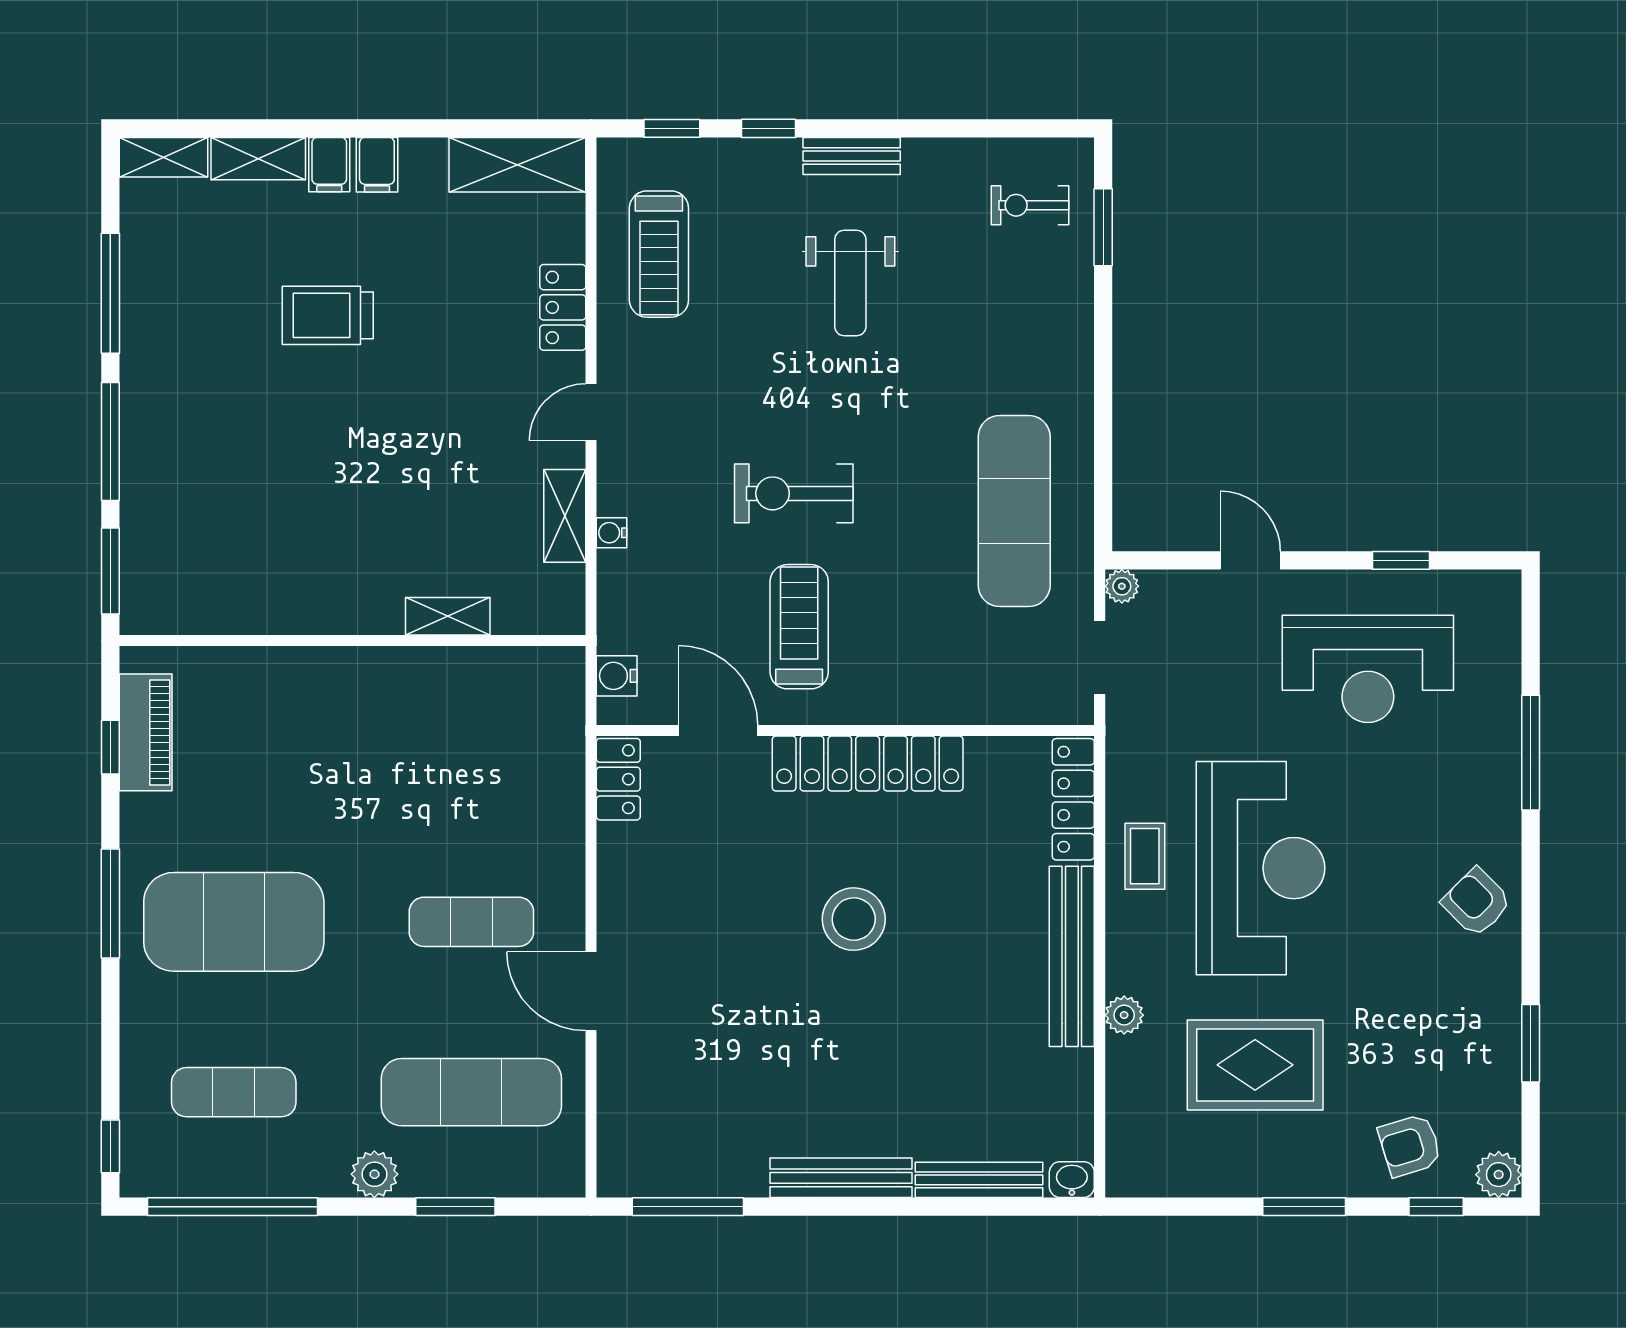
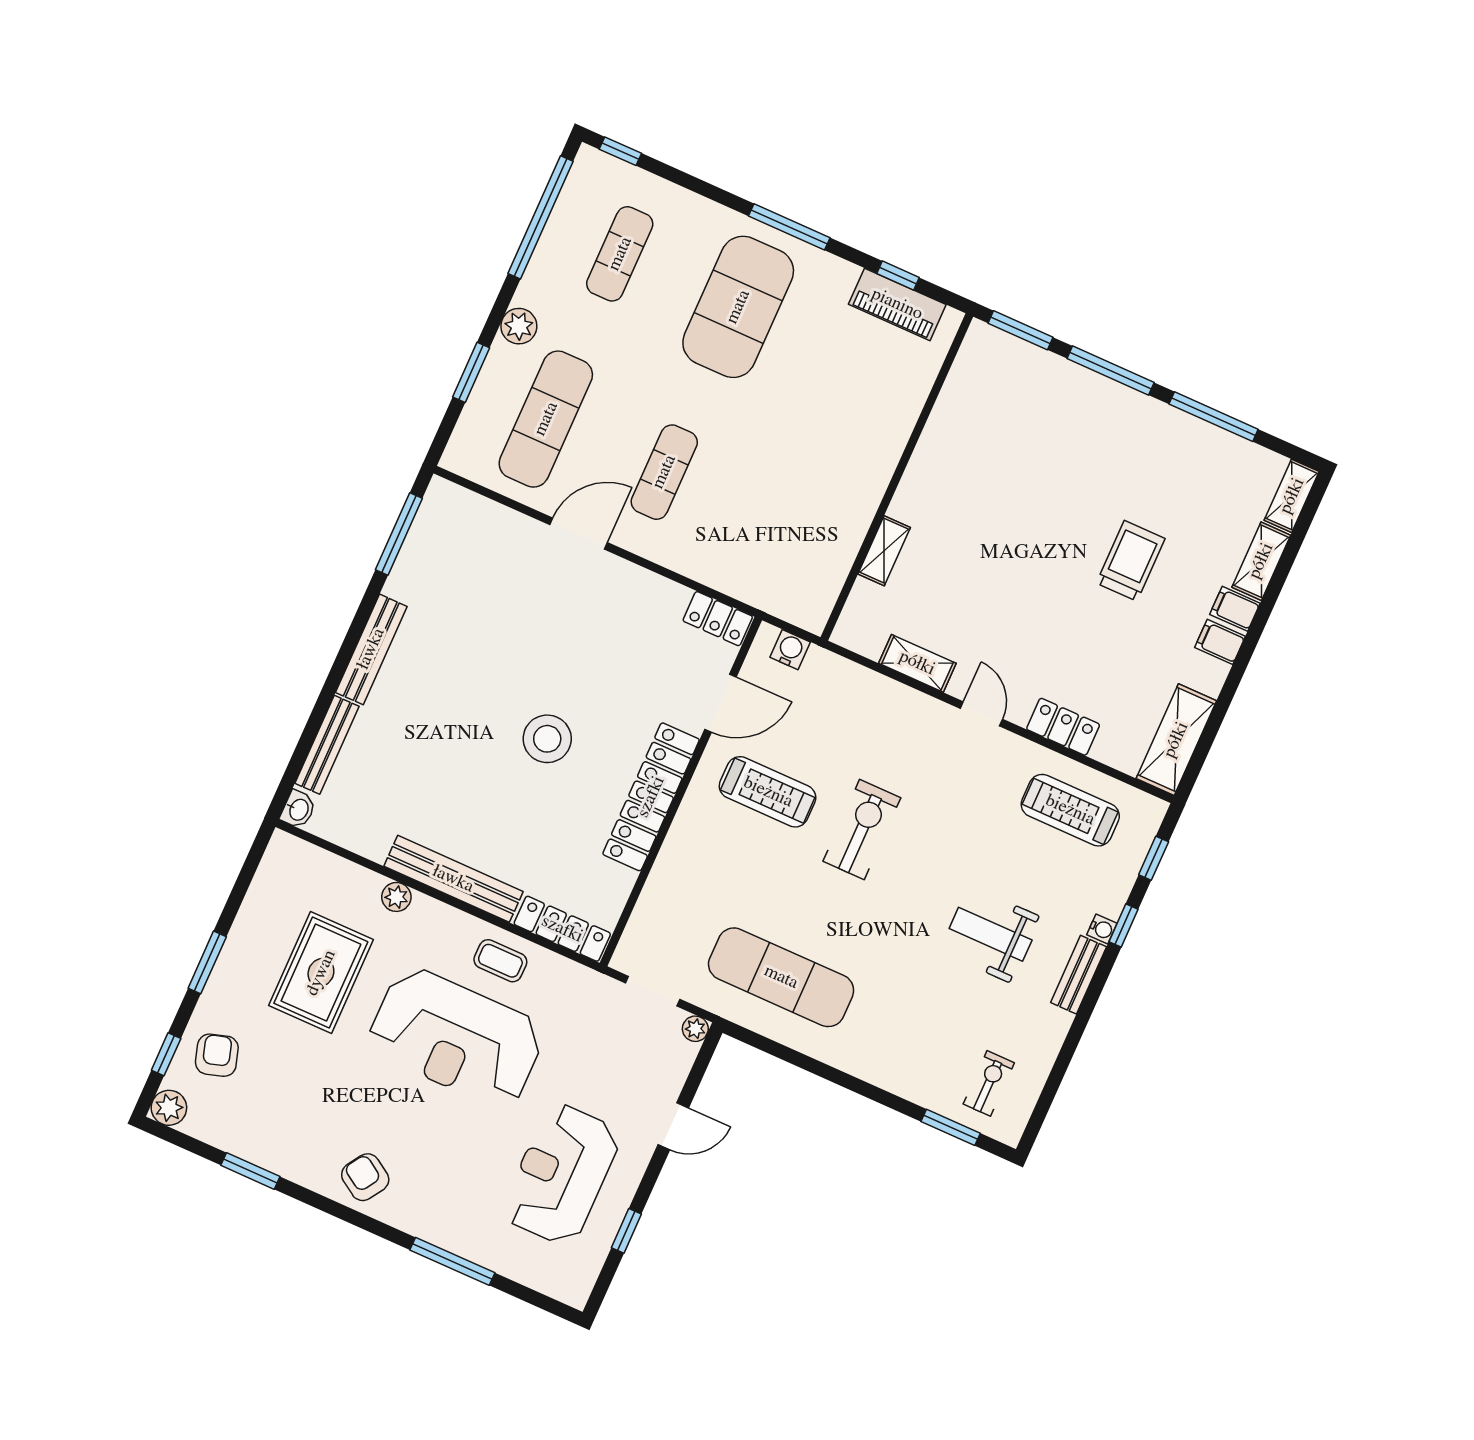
water cooler: (612, 533) -> (1102, 929), moved, turned 90
armchair: (1477, 902) -> (365, 1177), turned -102

